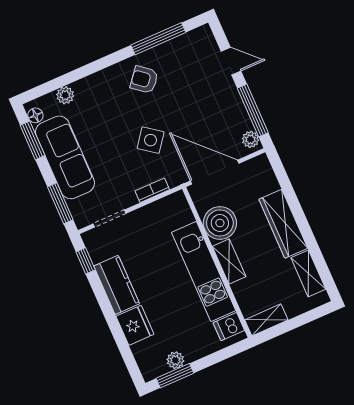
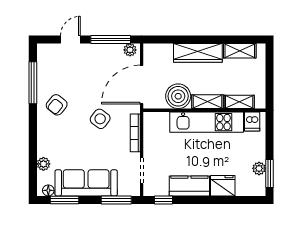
bookcase: (152, 190) -> (135, 133), width x1.56
shelving: (266, 320) -> (239, 102), moved, turned 90

